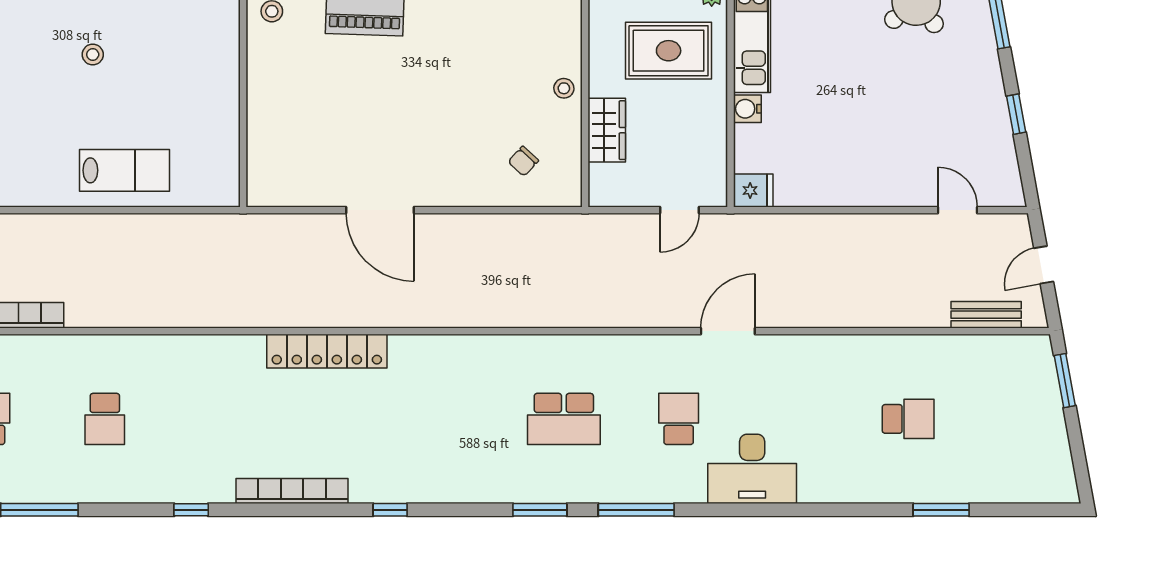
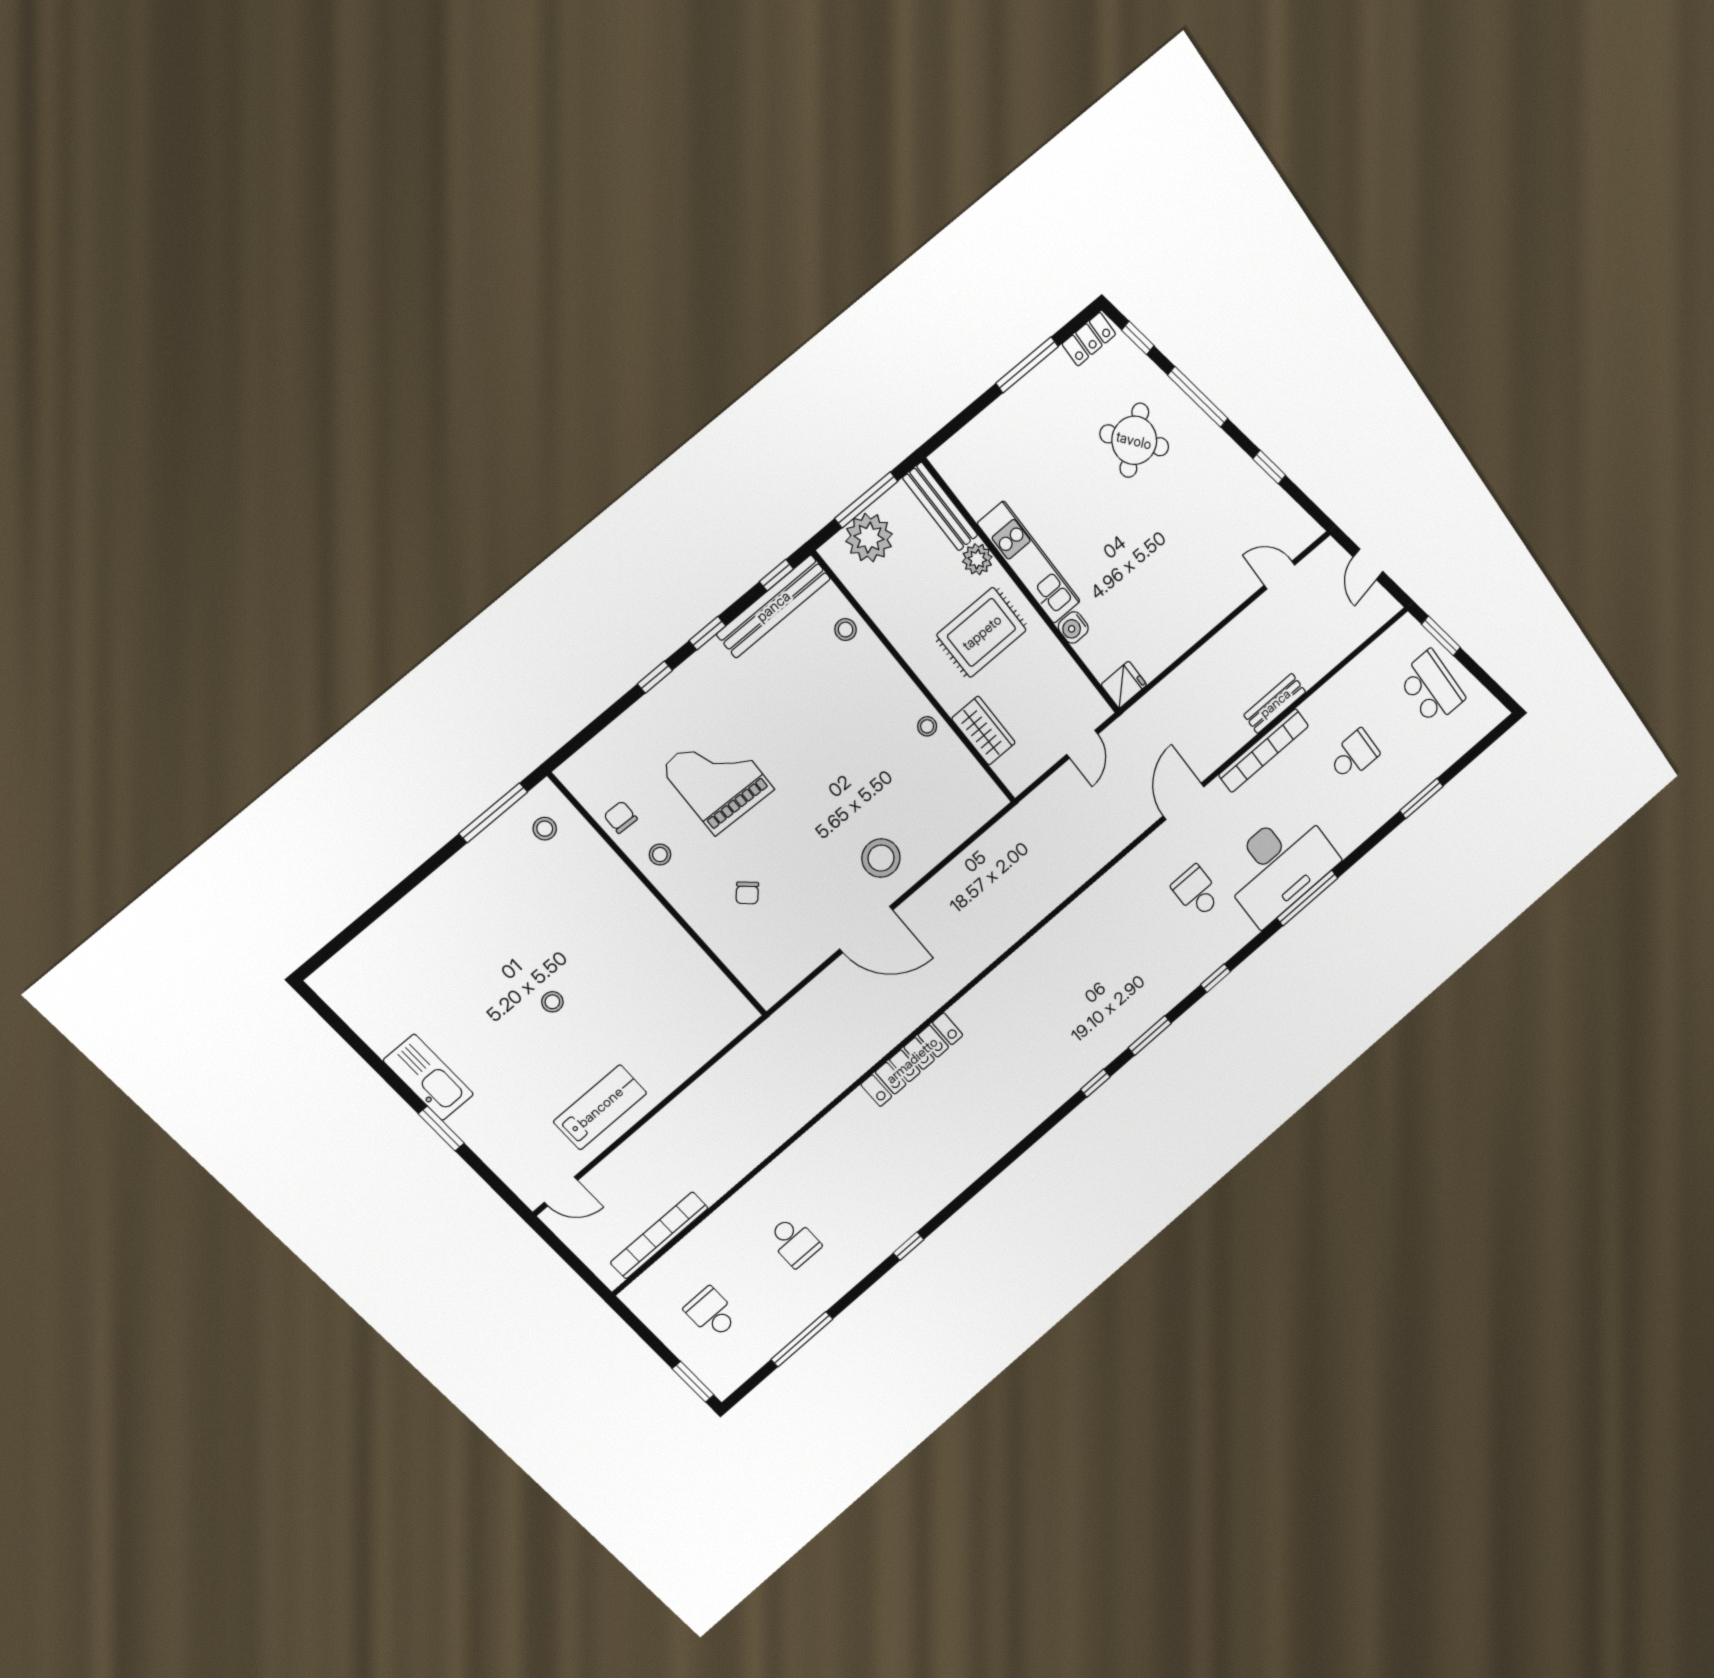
chair: (523, 161) -> (747, 893), moved
stool: (440, 162) -> (881, 858), added
lab bench: (124, 170) -> (600, 1107), moved
bench: (986, 315) -> (1275, 703), moved
school desk: (564, 419) -> (1432, 688), moved, turned -90
desk: (752, 469) -> (1279, 865), width x1.36, depth x1.30
bookcase: (292, 491) -> (1264, 751), moved, turned 180
window: (390, 510) -> (1095, 1083), moved
window: (636, 510) -> (1216, 978), width x0.46
window: (771, 510) -> (1307, 898), added

